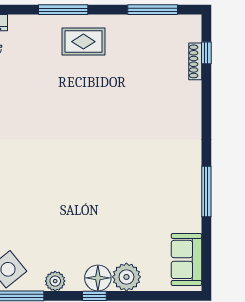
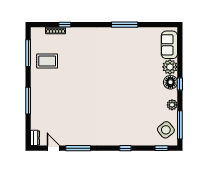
rug: (83, 42) -> (47, 61), moved, turned 90
window: (206, 53) -> (65, 25), moved
sofa: (186, 259) -> (169, 45), moved, turned 90

